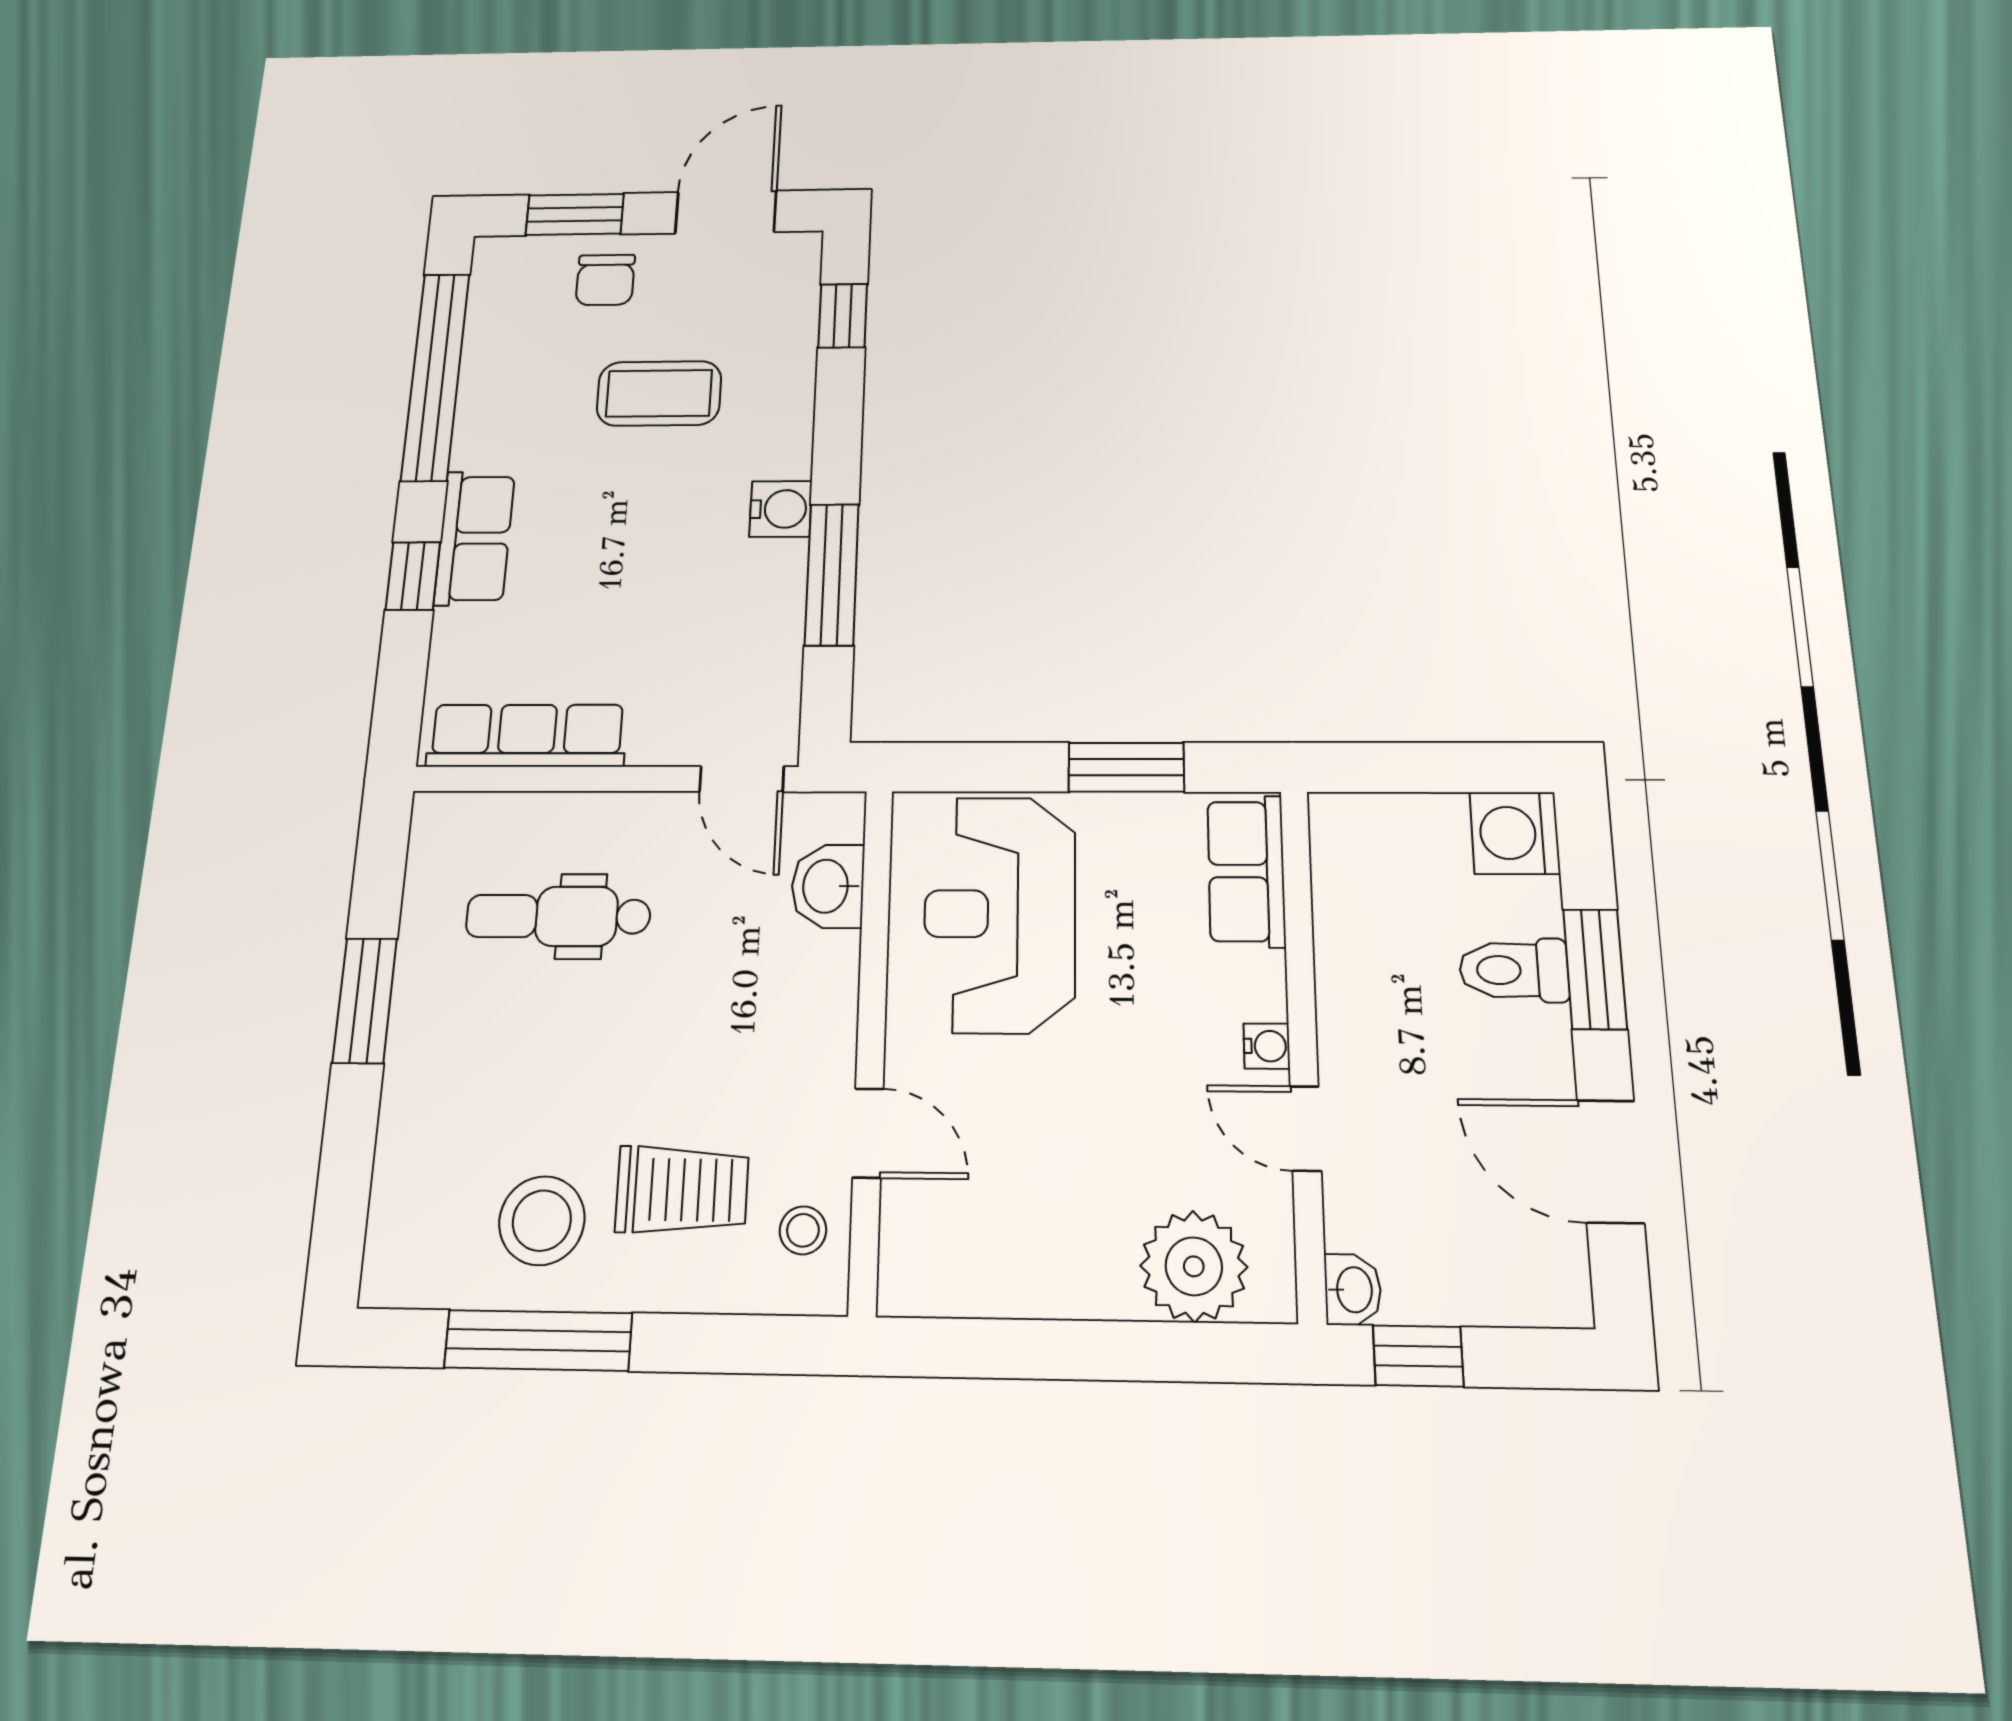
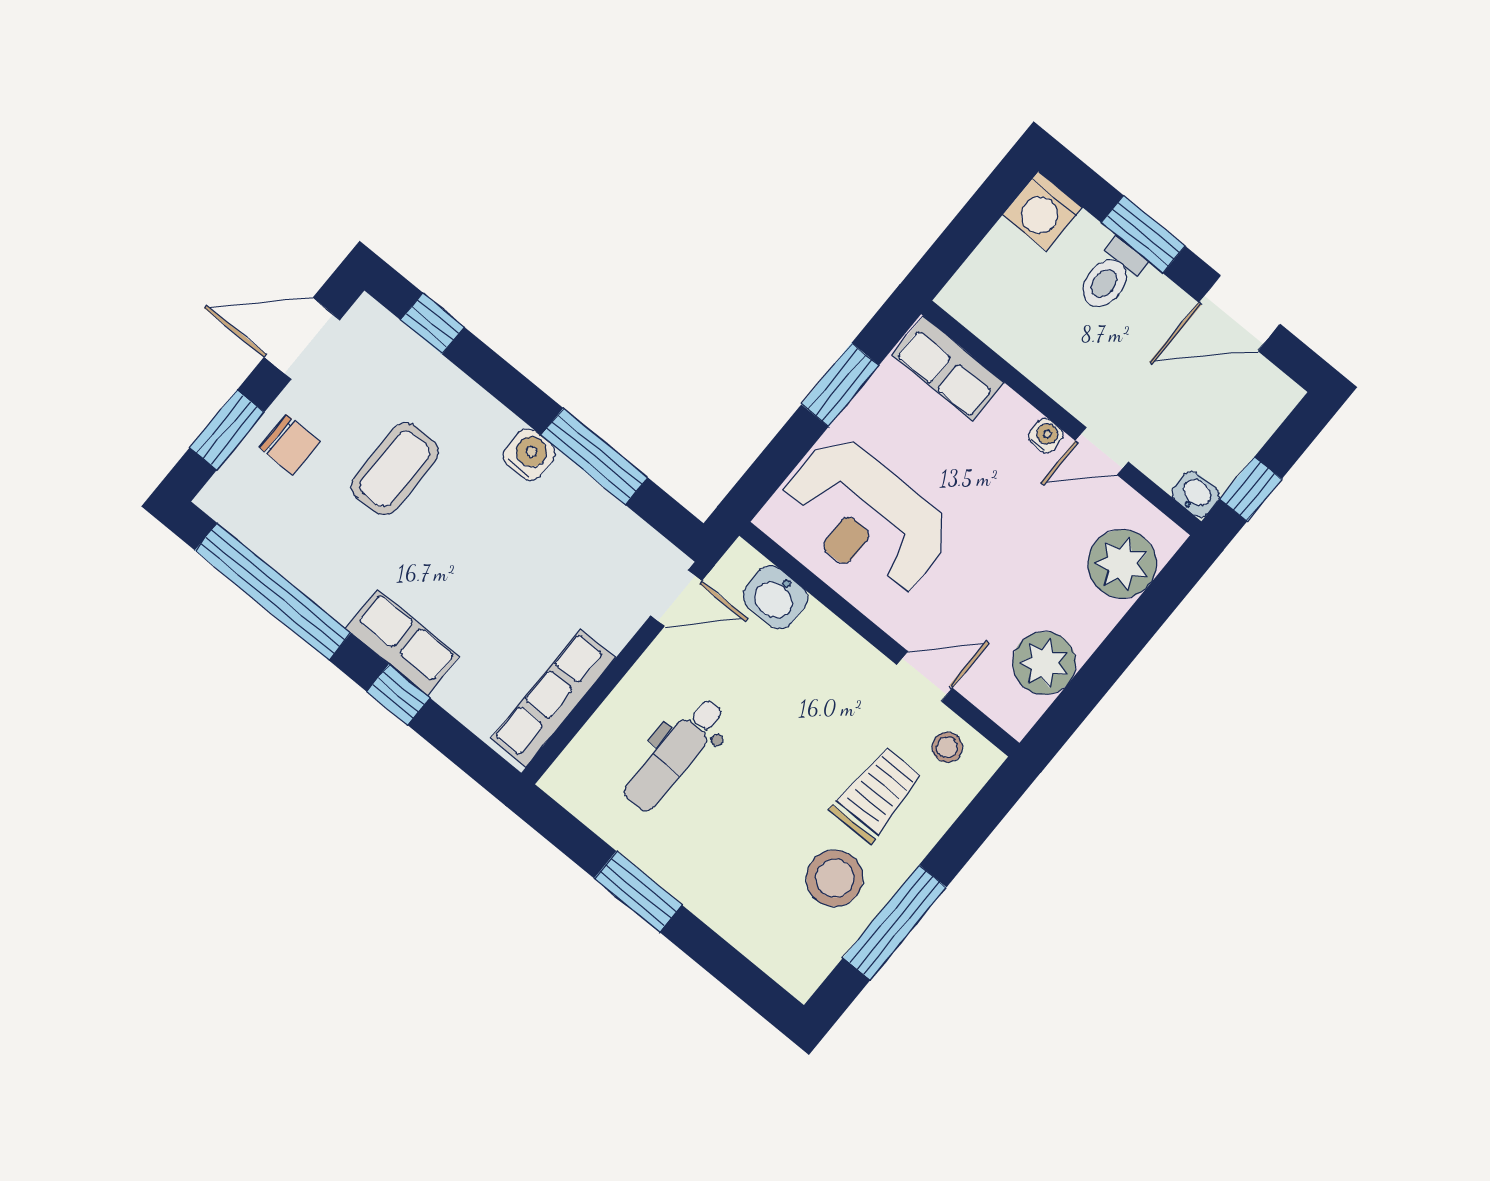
door: (726, 212) -> (302, 339), hinge flipped
plant: (997, 1268) -> (1044, 663), added

